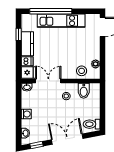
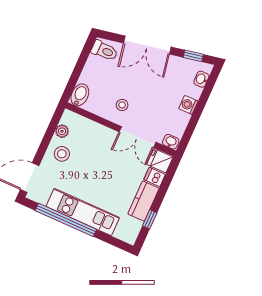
window: (51, 11) -> (66, 220), moved
stool: (82, 71) -> (62, 154), moved
bidet: (84, 91) -> (80, 95), moved

